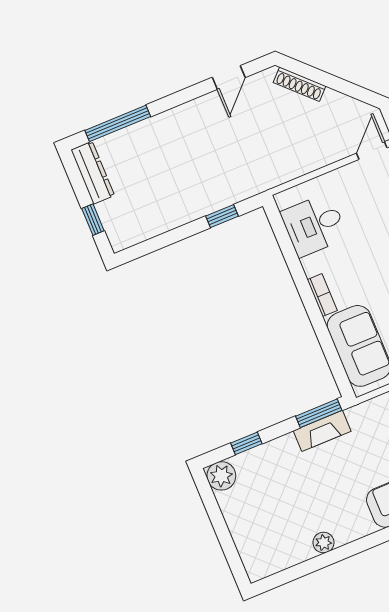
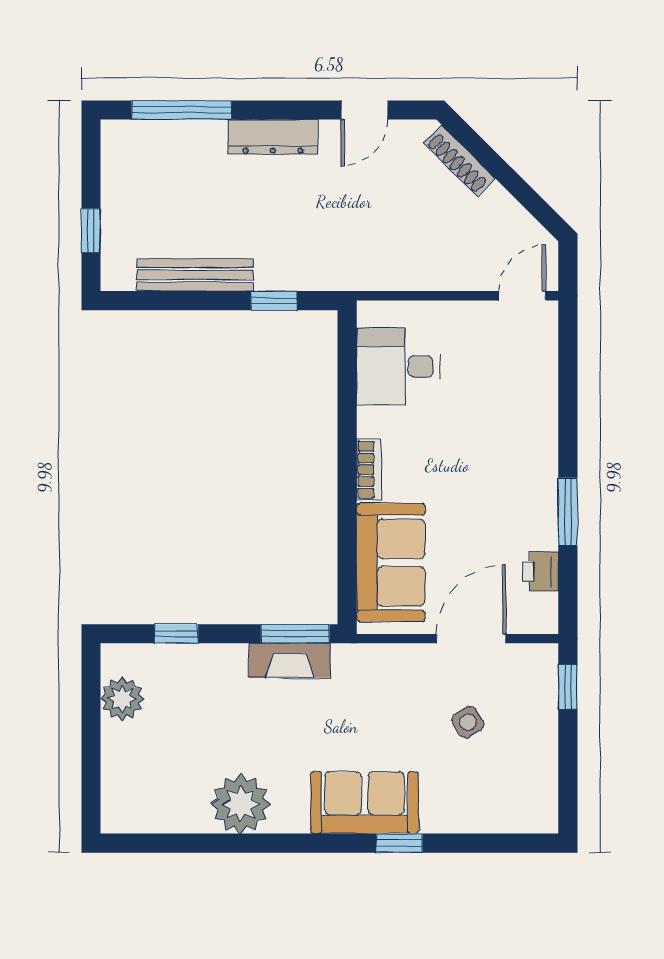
dresser: (93, 173) -> (273, 137), moved, turned 90
bench: (167, 220) -> (195, 275), added
plant: (221, 476) -> (122, 699), moved
plant: (324, 543) -> (241, 804), width x1.87, depth x1.87

